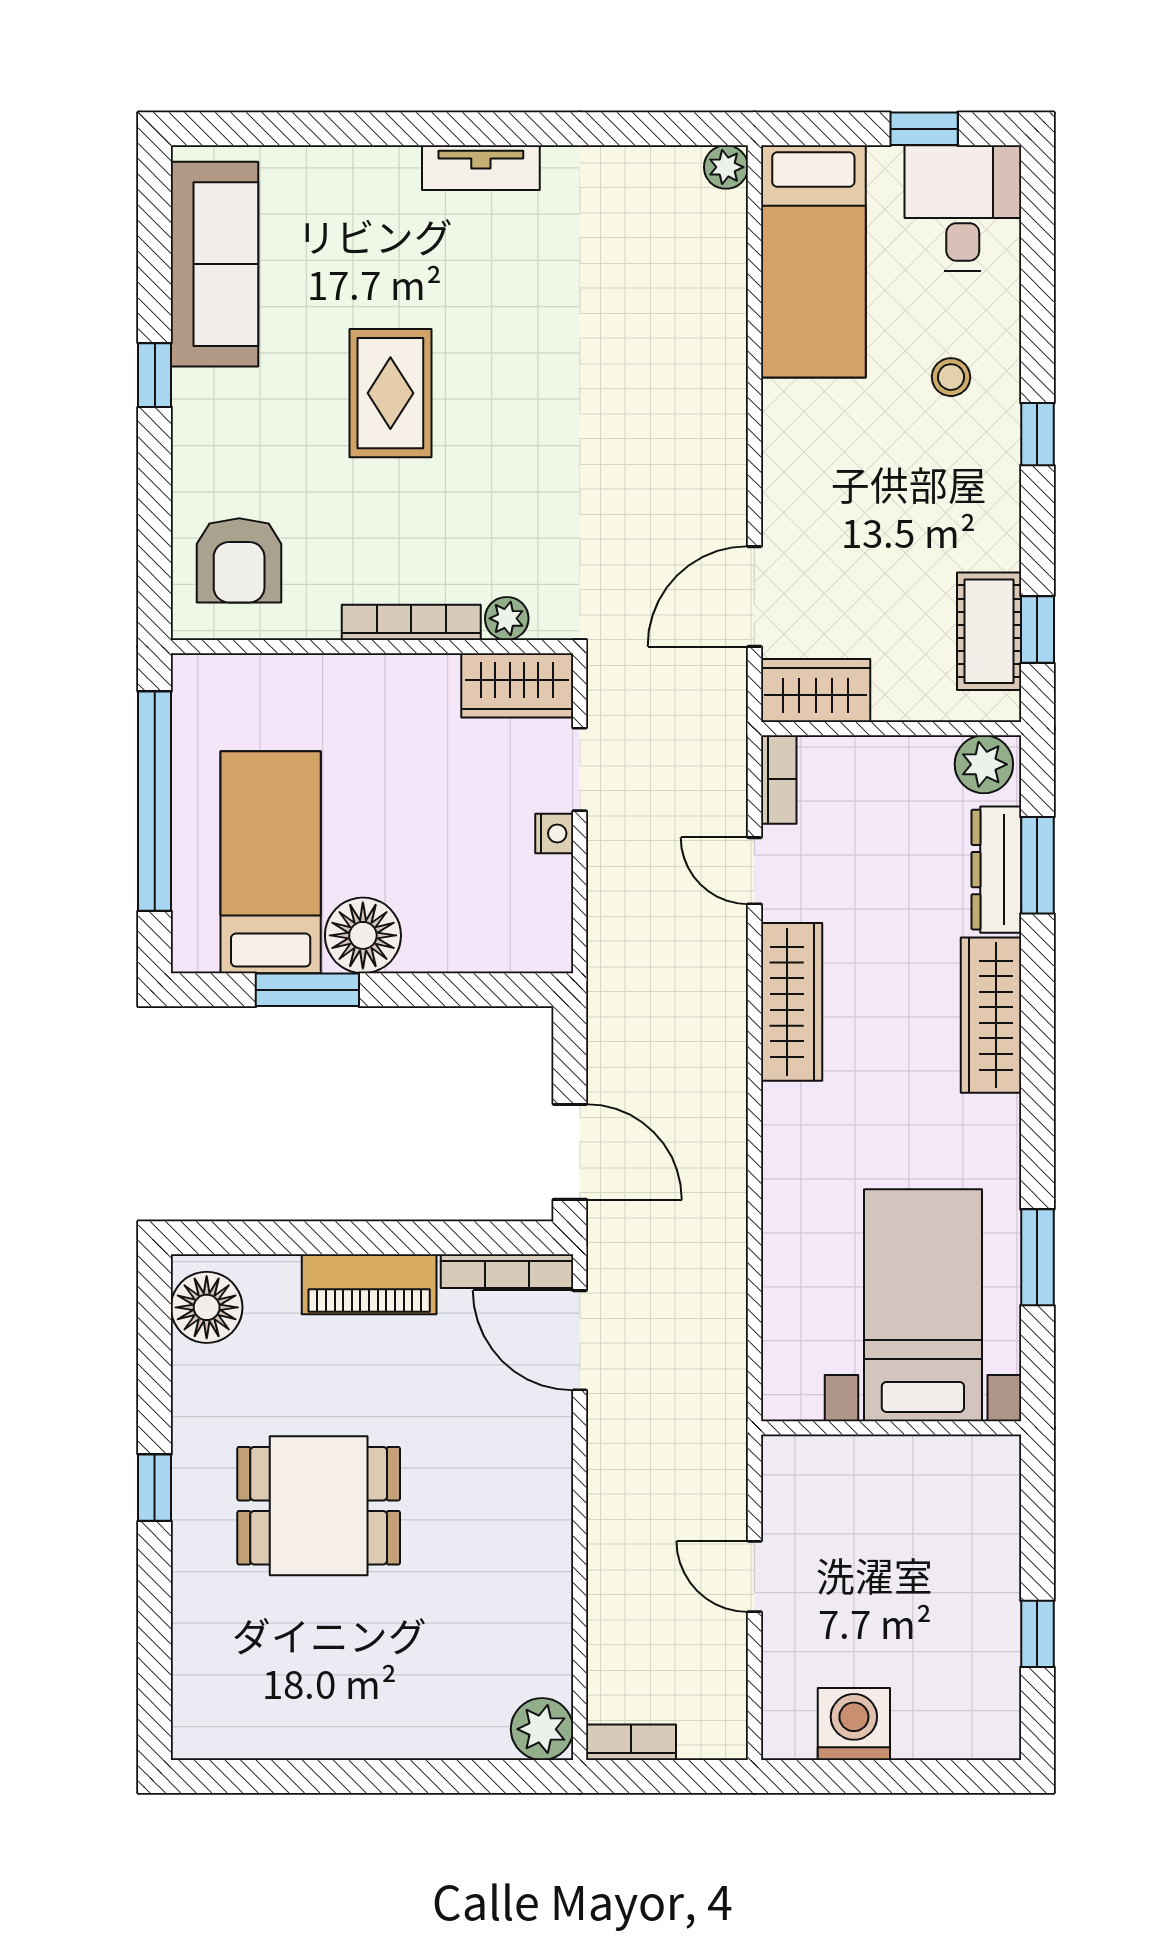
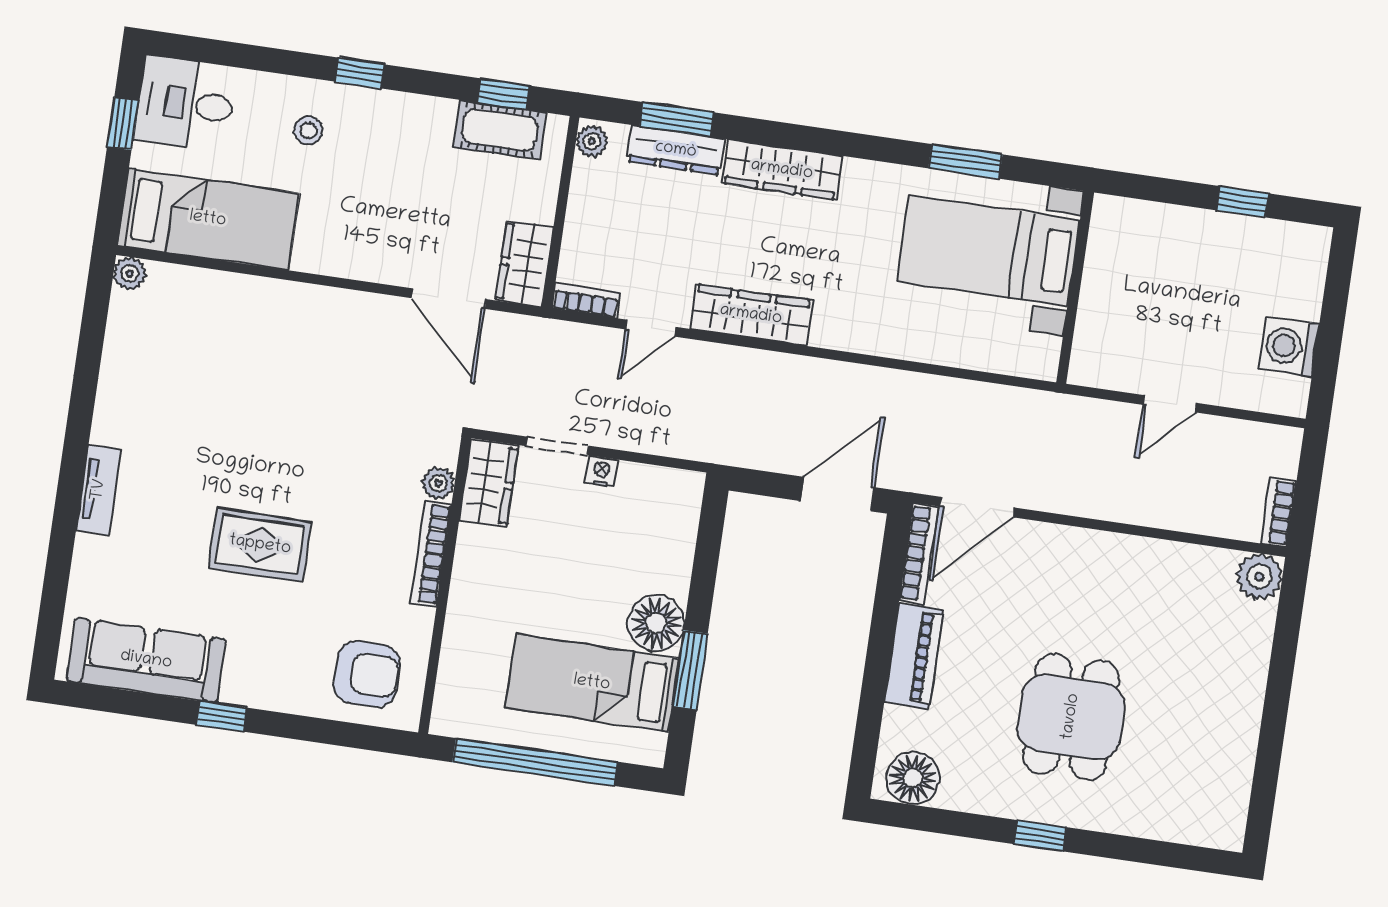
tv unit: (481, 168) -> (99, 490), moved
plant: (984, 764) -> (592, 141), width x0.73, depth x0.73

